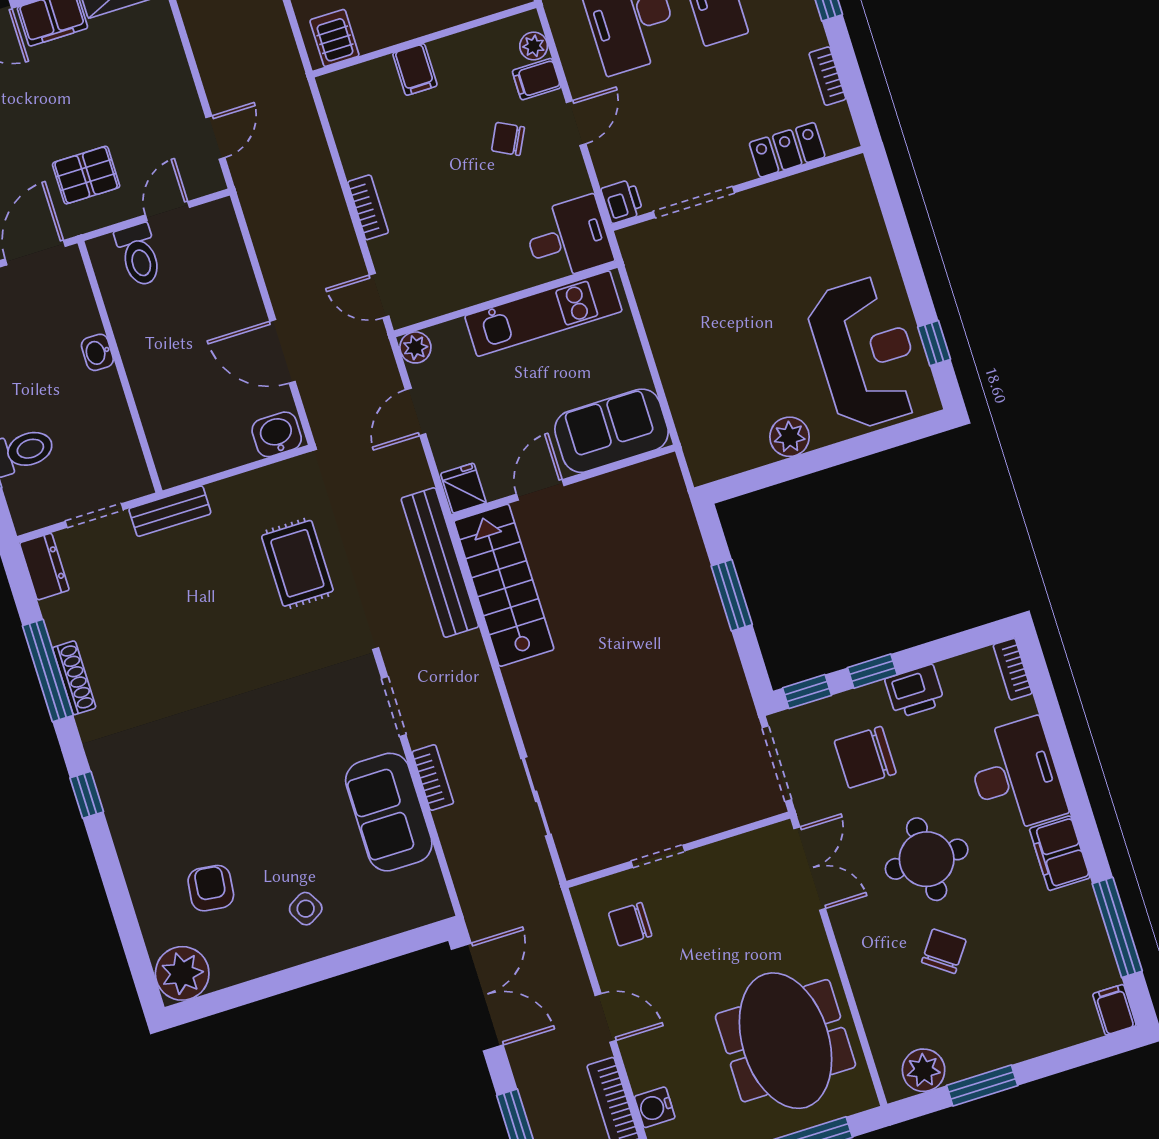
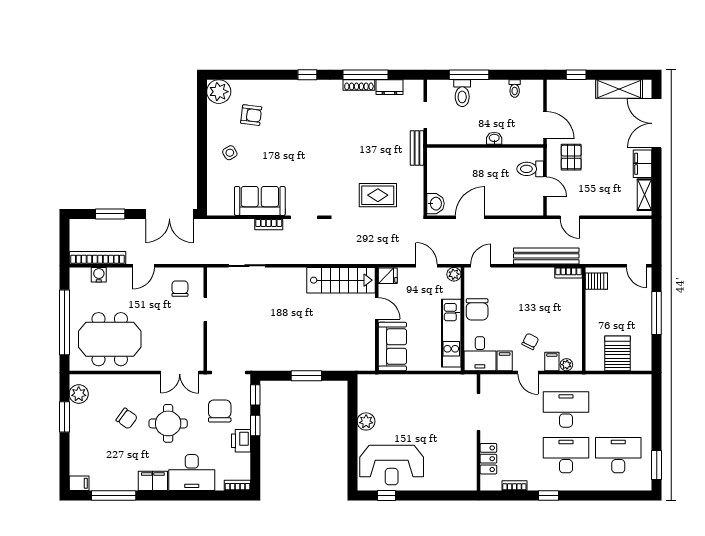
filing cabinet: (415, 70) -> (505, 361), moved, turned 90
printer: (622, 201) -> (489, 382), removed
bookcase: (368, 207) -> (569, 273), moved
chair: (475, 274) -> (477, 309), added
bench: (440, 563) -> (546, 256), moved
dresser: (44, 567) -> (389, 87), moved

